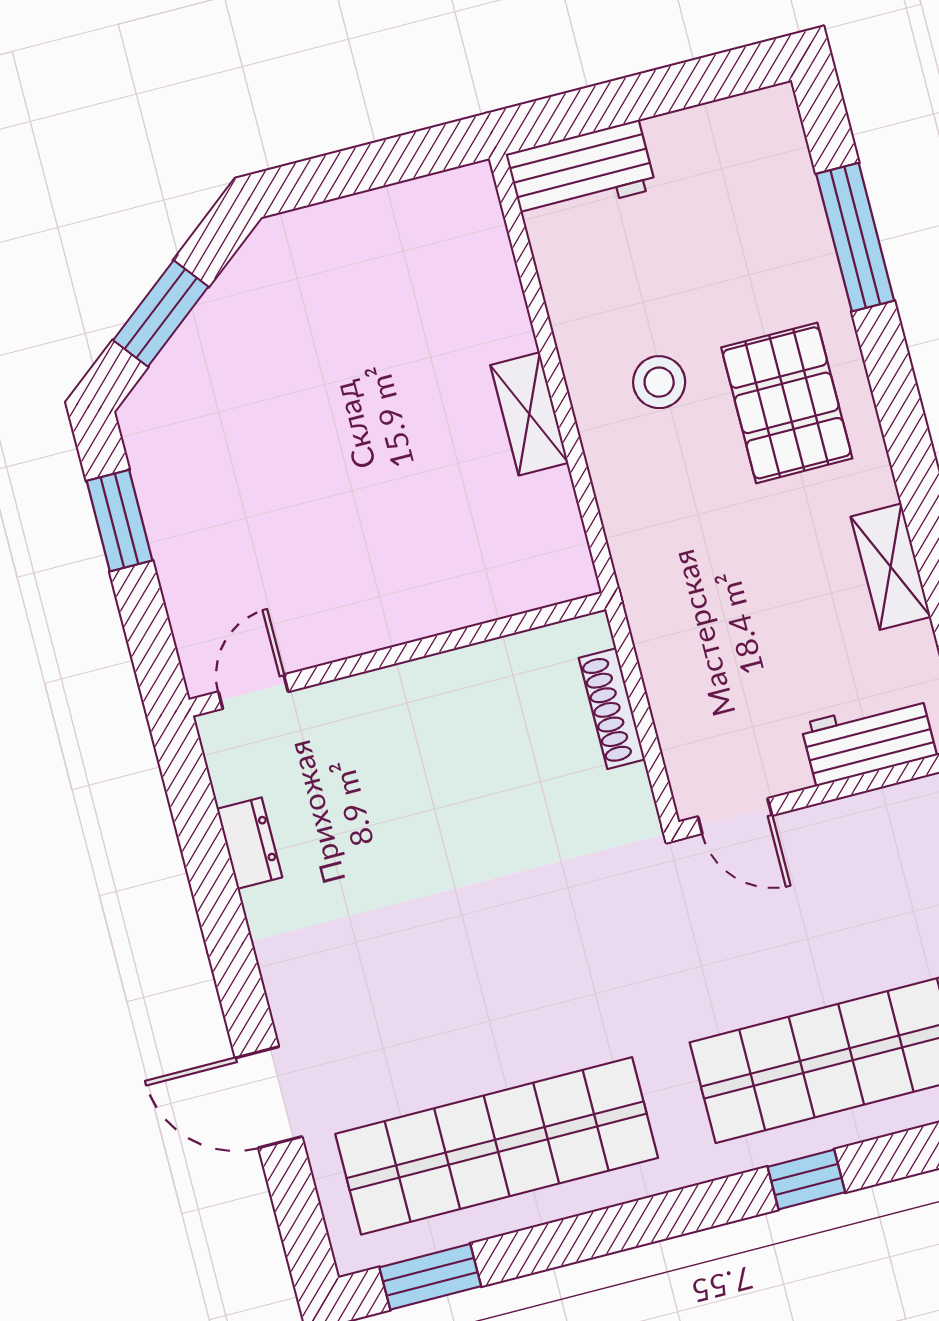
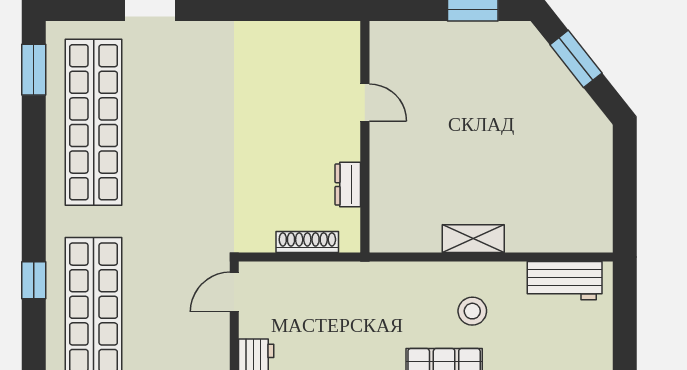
workbench: (581, 171) -> (565, 281), moved, turned -90
door: (253, 692) -> (365, 102), moved
dresser: (250, 843) -> (348, 185), moved, turned 90

